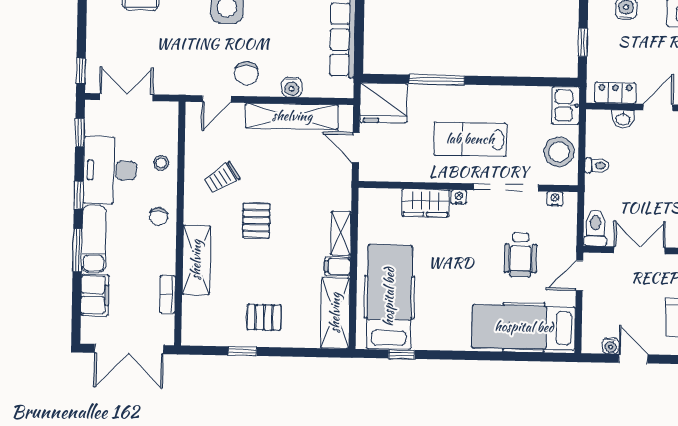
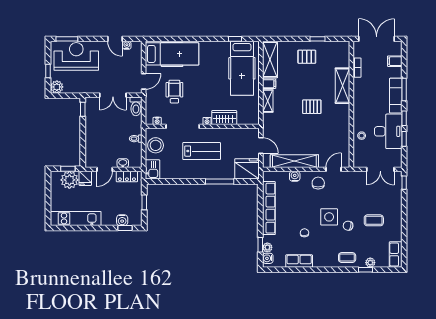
window: (80, 133) -> (404, 139), moved
trolley: (222, 178) -> (330, 129), removed
chair: (159, 217) -> (362, 108), removed
pallet: (256, 221) -> (312, 107), turned 90
filing cabinet: (95, 295) -> (395, 61), width x0.50

